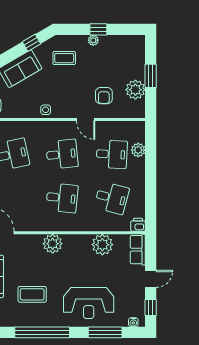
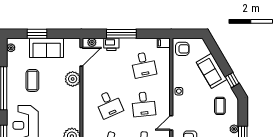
desk: (62, 198) -> (109, 104), turned -30
plant: (53, 244) -> (73, 79), moved

